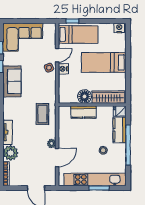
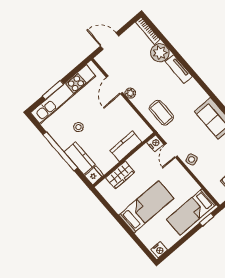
door: (57, 55) -> (171, 150), moved
nightstand: (63, 69) -> (155, 143), moved
floor lamp: (85, 96) -> (137, 161), removed
wardrobe: (108, 97) -> (120, 175), width x0.67

